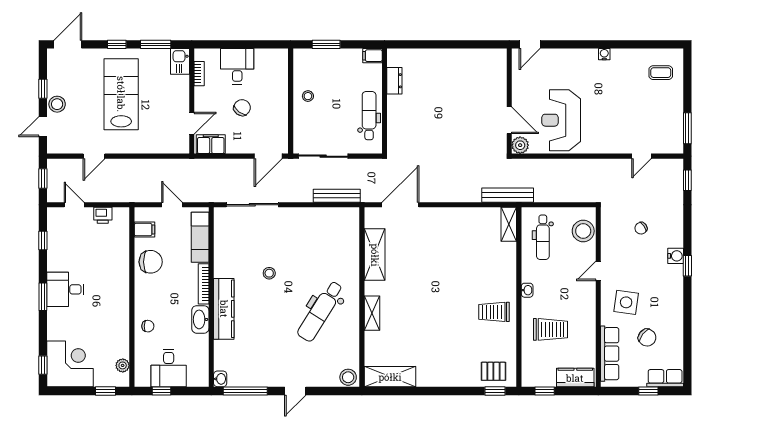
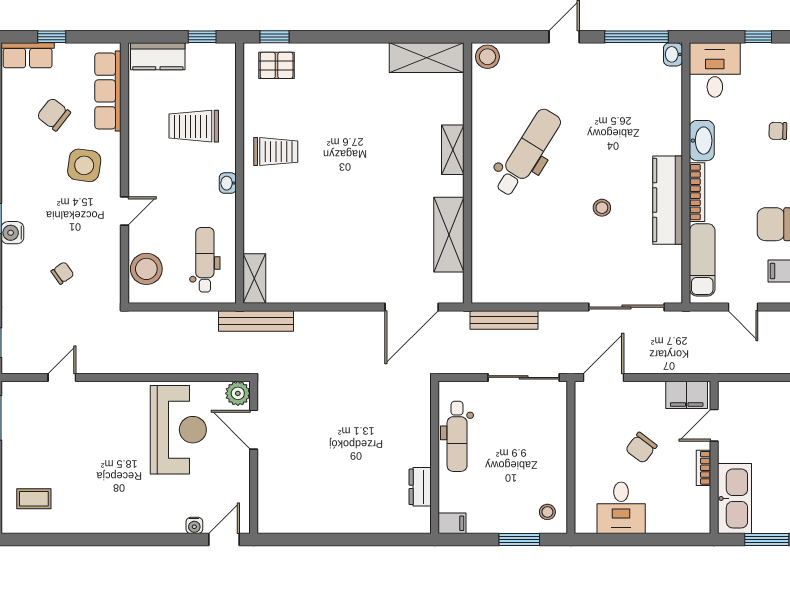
water cooler: (604, 54) -> (194, 525), moved
kitchen sink: (180, 61) -> (735, 498), width x1.88, depth x1.24
desk: (237, 66) -> (621, 508), moved
bookcase: (199, 74) -> (704, 468), moved
stool: (308, 96) -> (547, 512), moved
kitchen counter: (224, 309) -> (668, 200), moved
desk: (169, 368) -> (715, 70), moved

